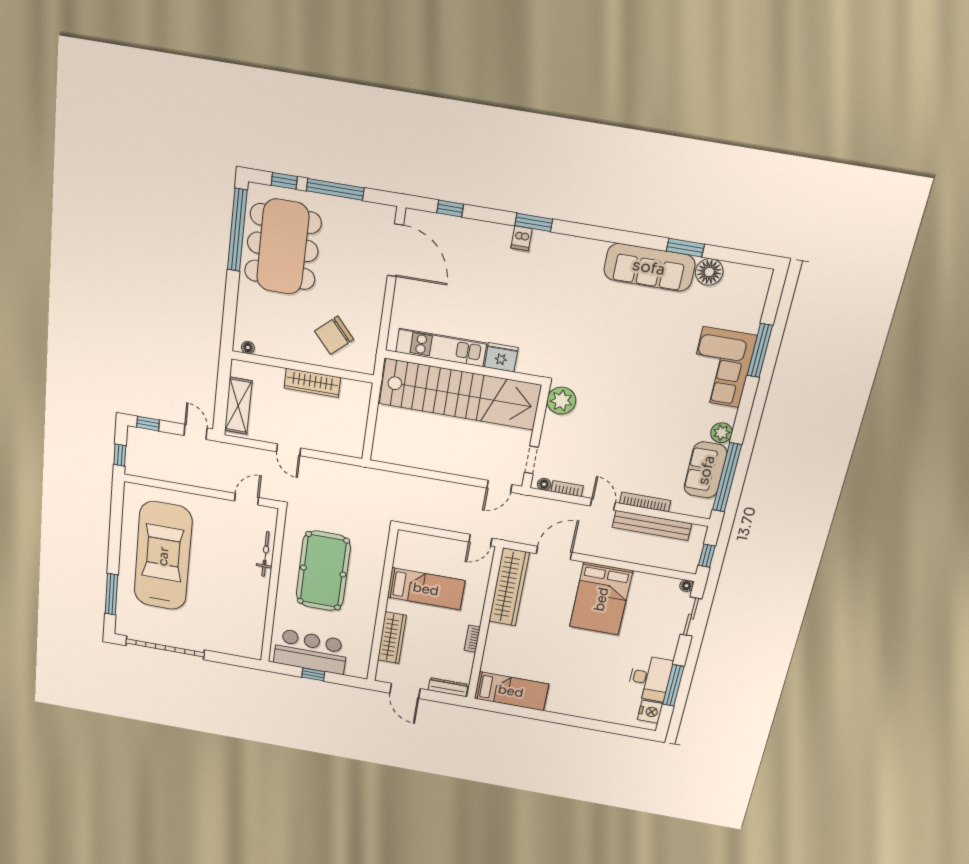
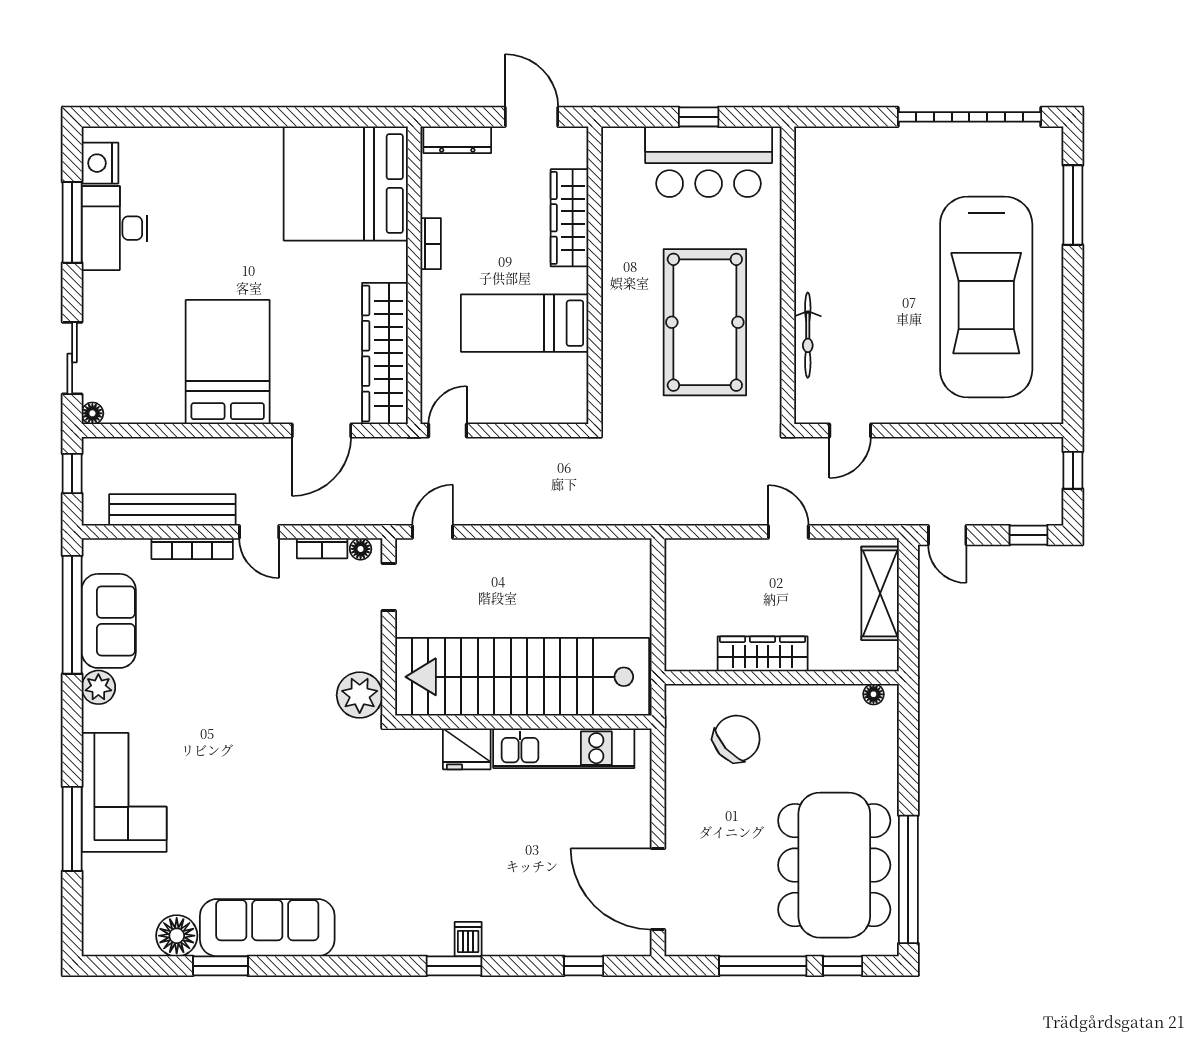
bed: (511, 691) -> (346, 184), width x2.04

